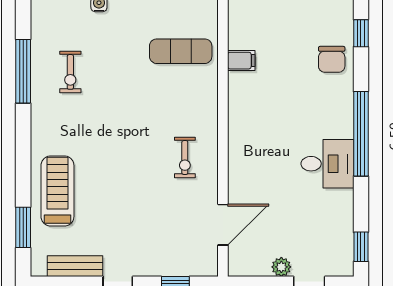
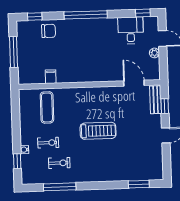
exercise bike: (185, 157) -> (48, 143), moved
desk: (327, 164) -> (131, 30), moved
treadmill: (57, 191) -> (98, 131), moved, turned 180
bench: (75, 266) -> (156, 100), moved

